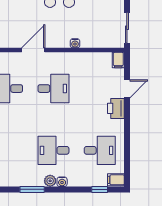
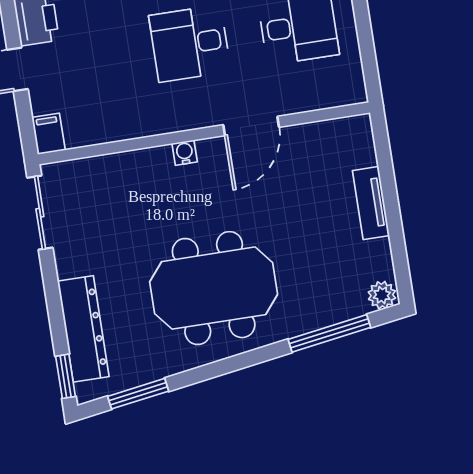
water cooler: (75, 43) -> (185, 153), moved

